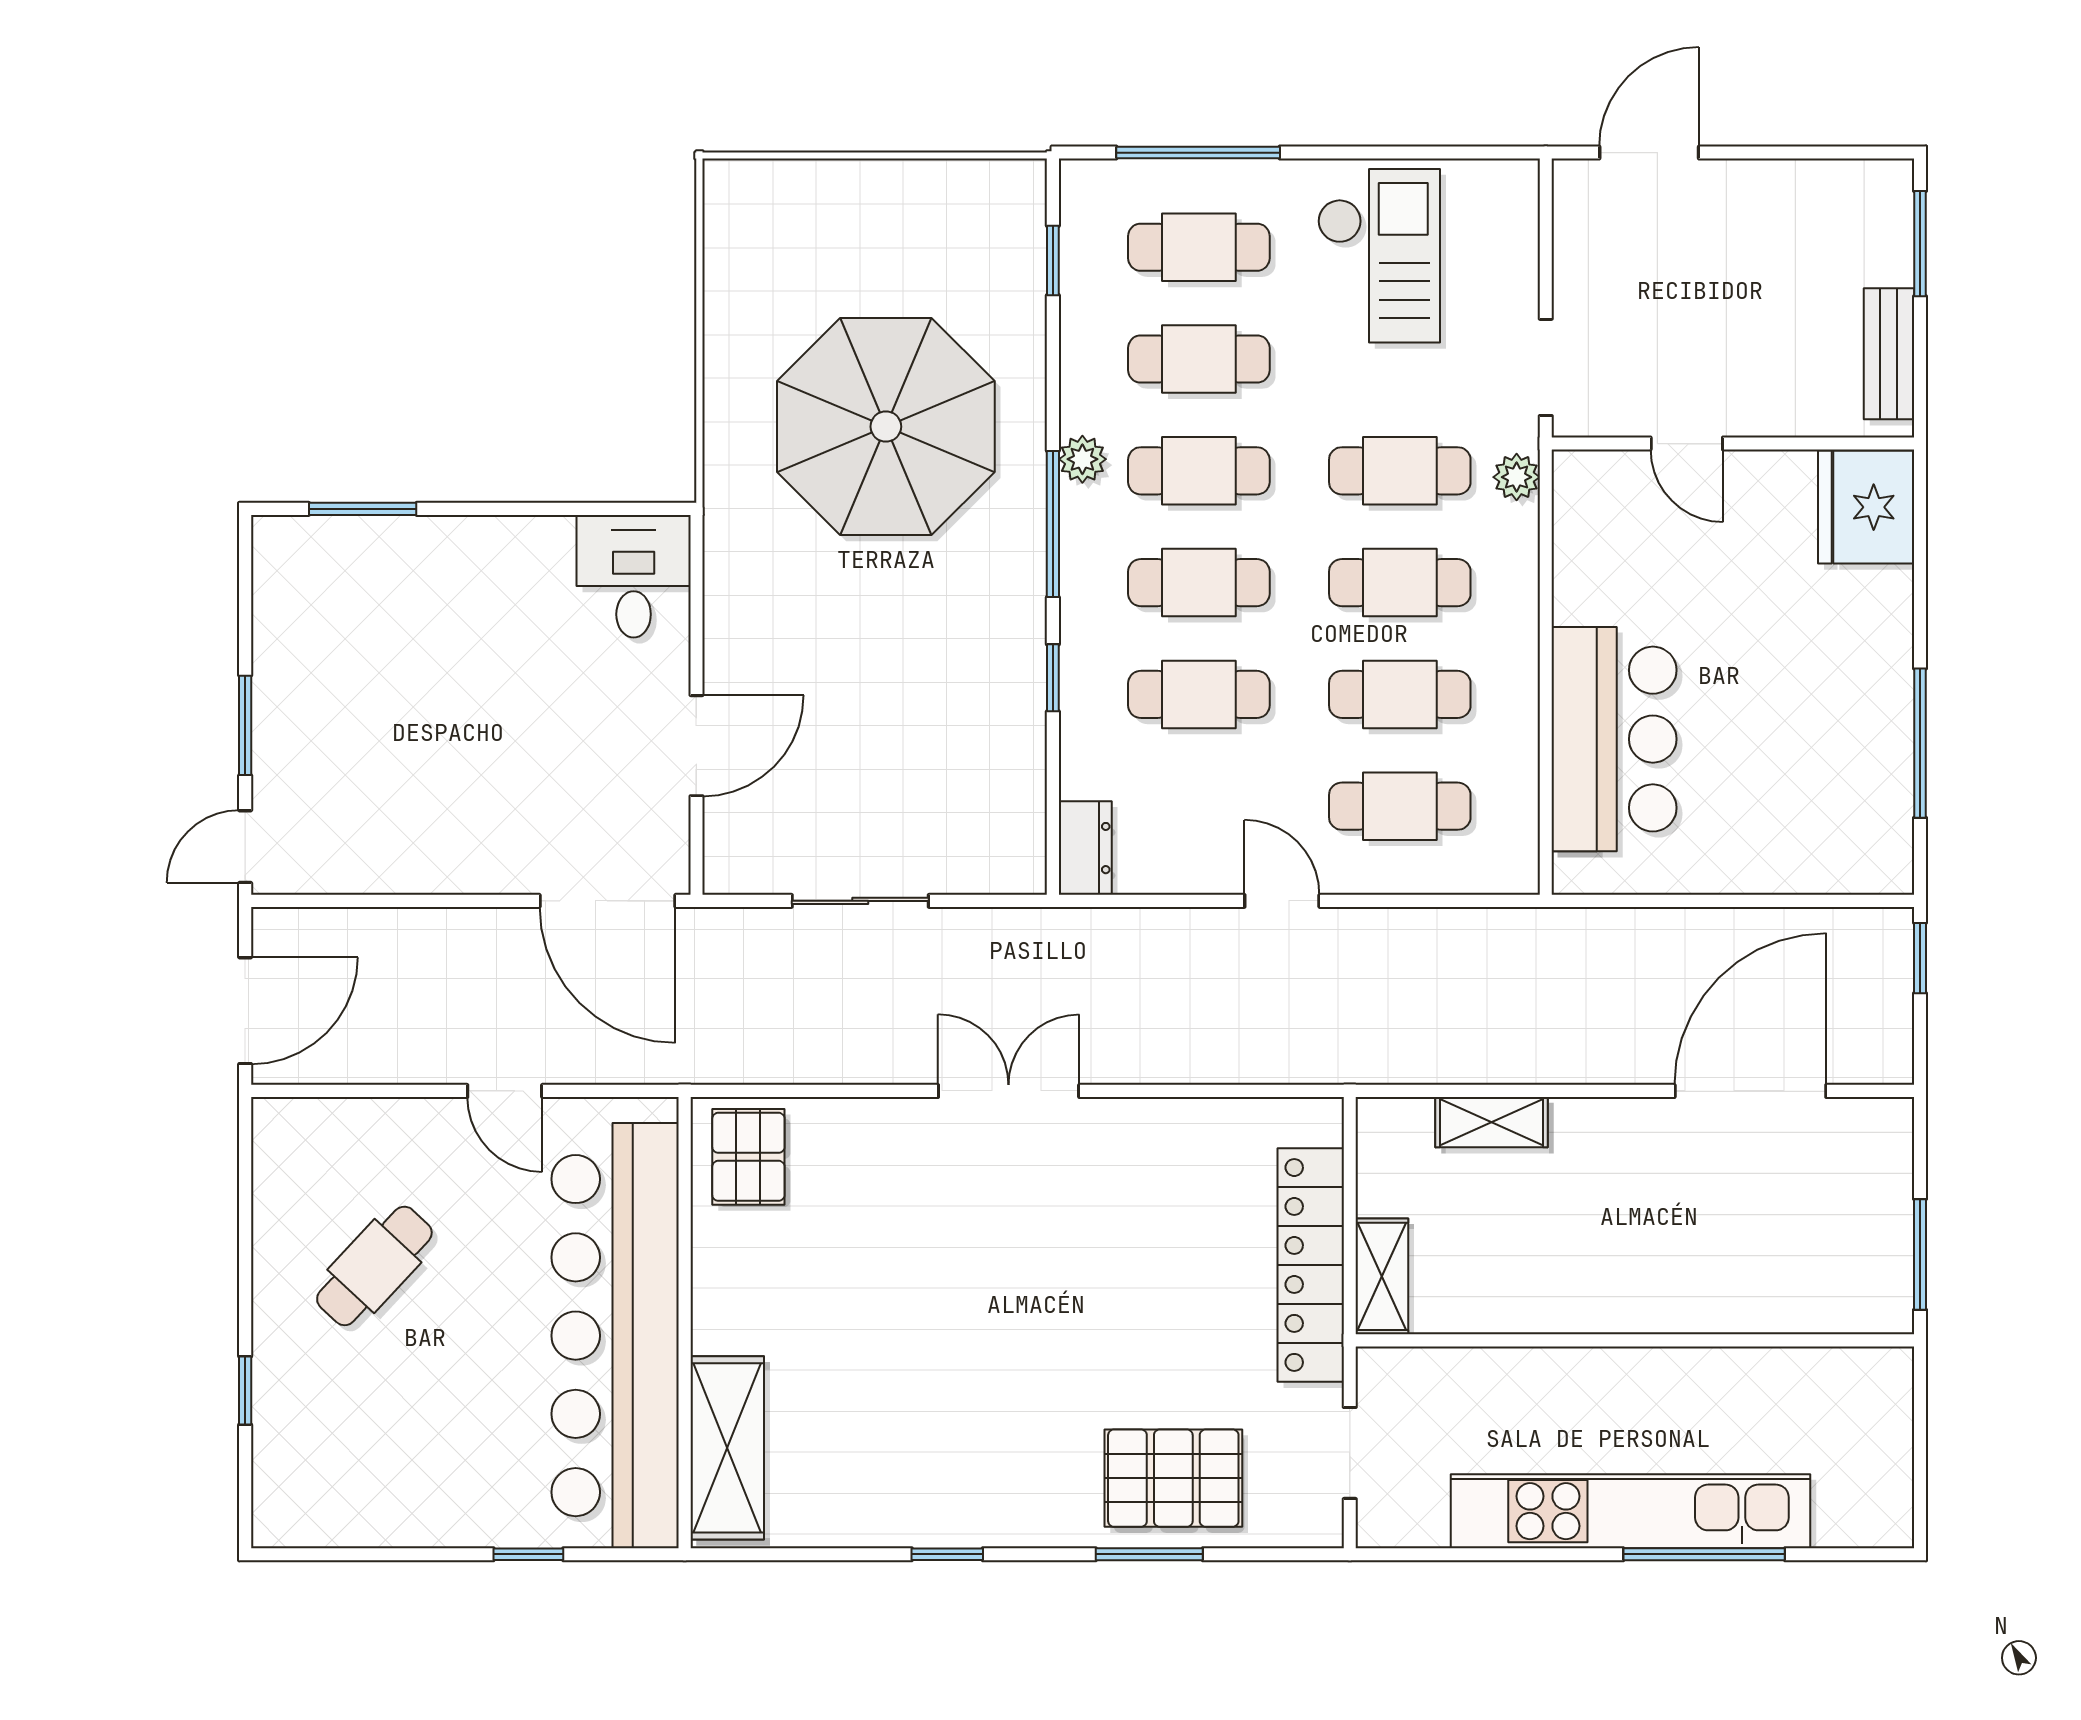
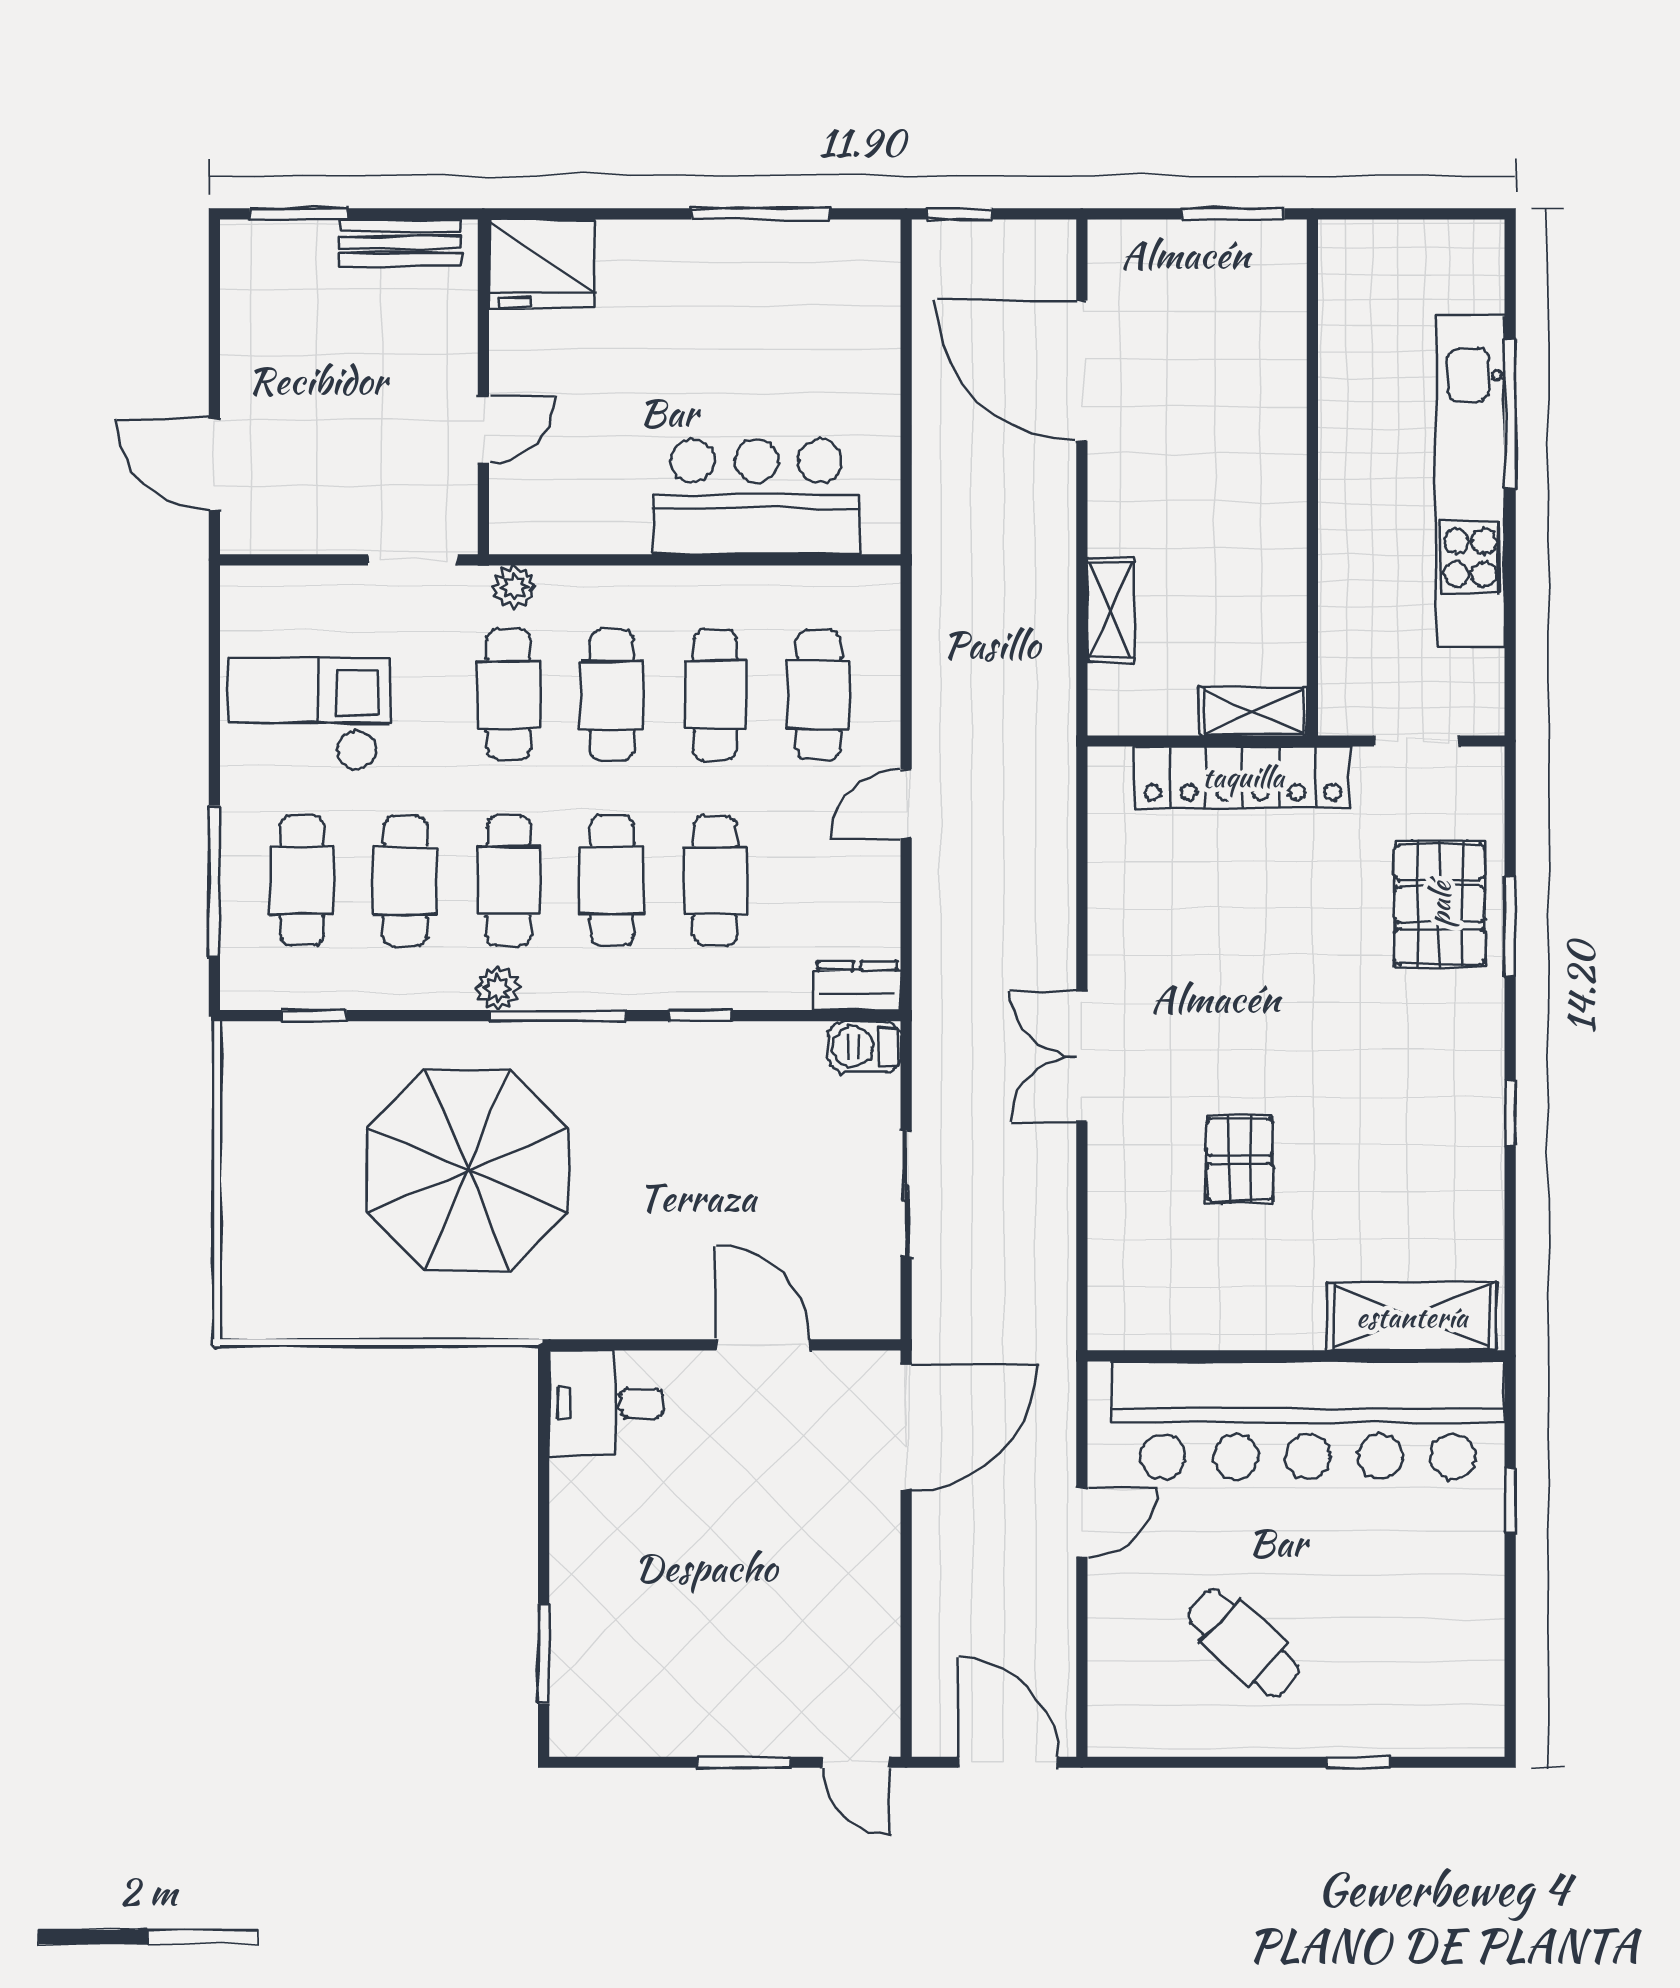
barbecue: (1019, 856) -> (865, 1047), added
pallet: (748, 1157) -> (1240, 1160), moved, turned 90

